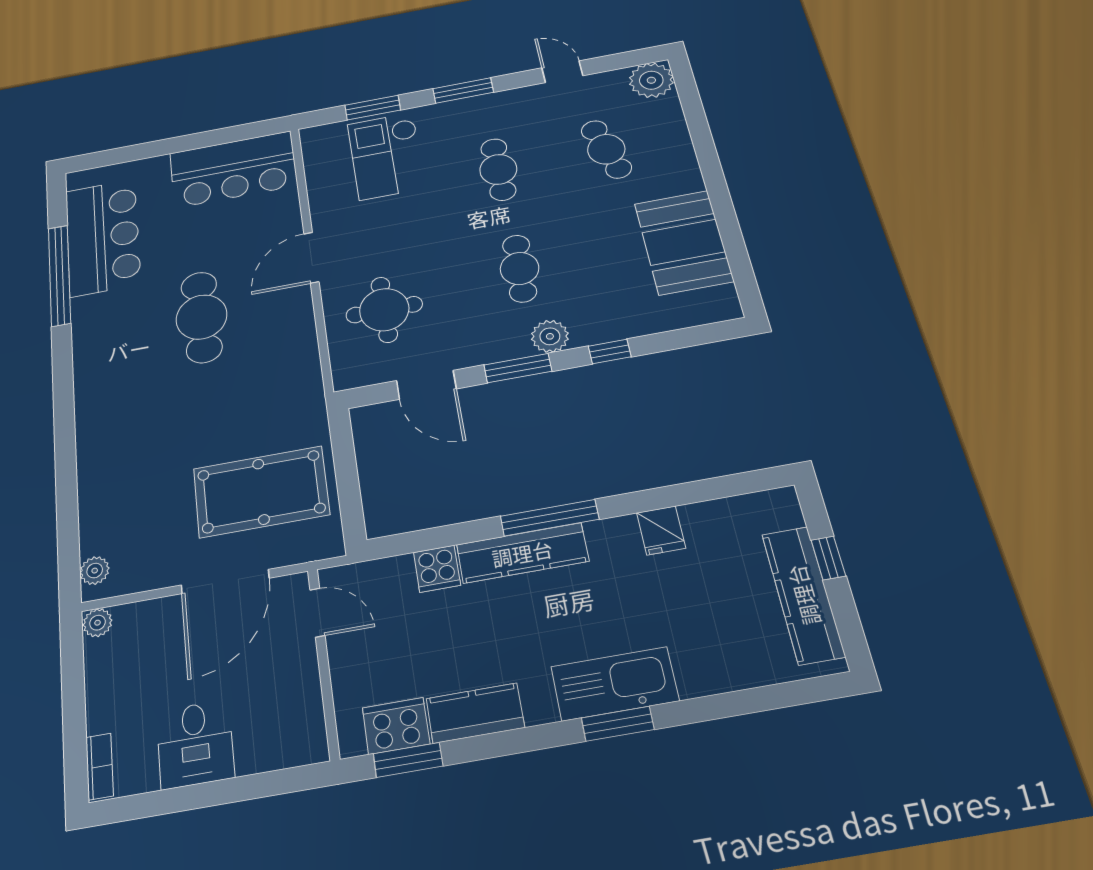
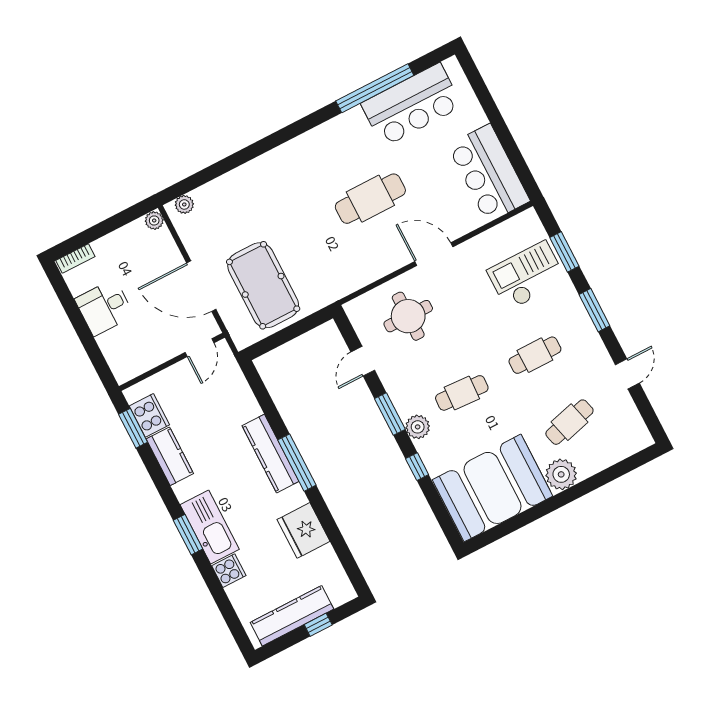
plant: (651, 80) -> (561, 474), moved
booth: (684, 242) -> (493, 488), width x1.36, depth x1.42
door: (426, 385) -> (363, 361), width x0.73
fridge: (661, 530) -> (304, 530), width x1.88, depth x1.34
cooker: (437, 569) -> (229, 571), moved, turned 180

